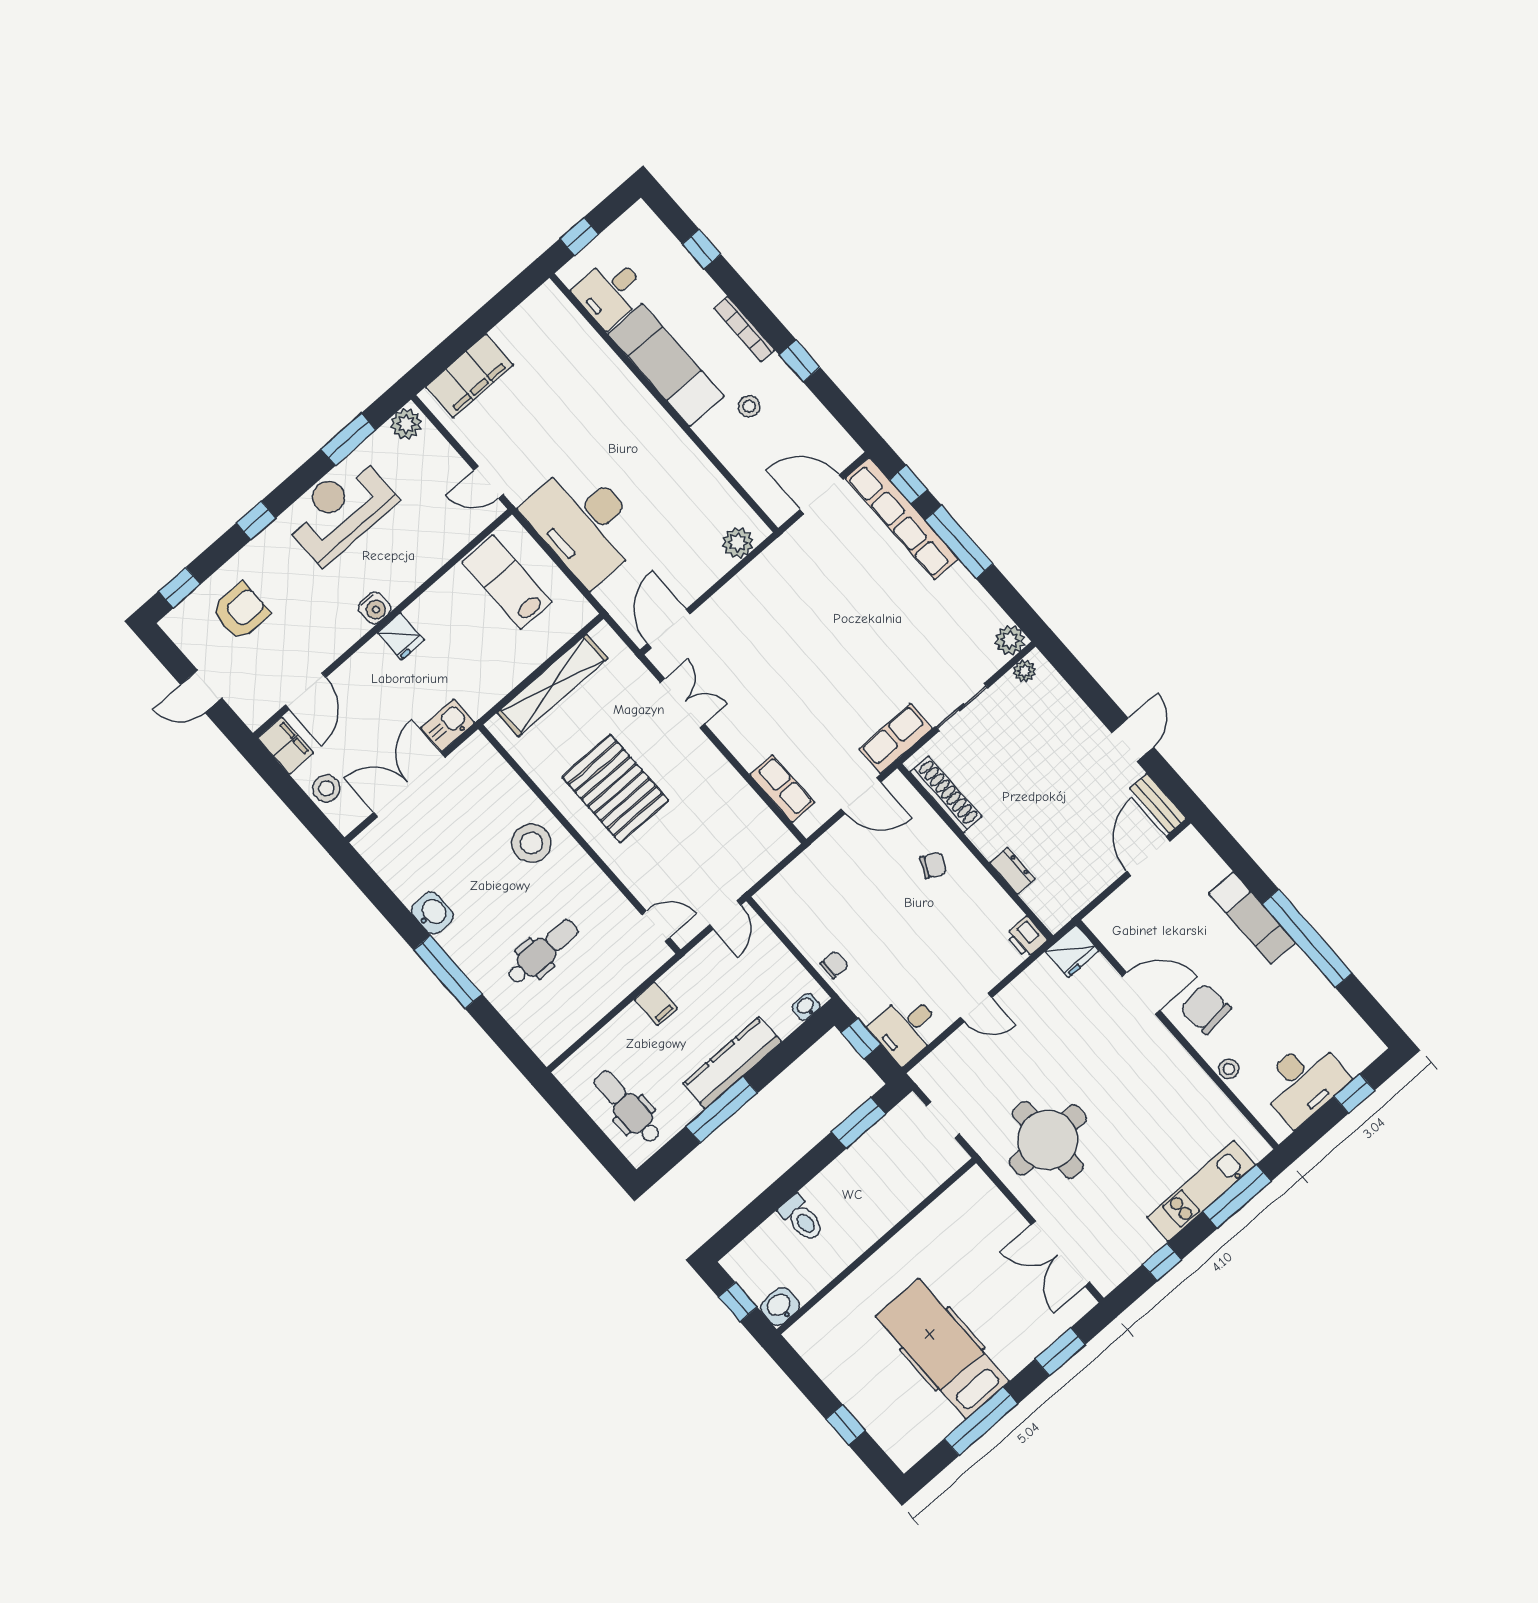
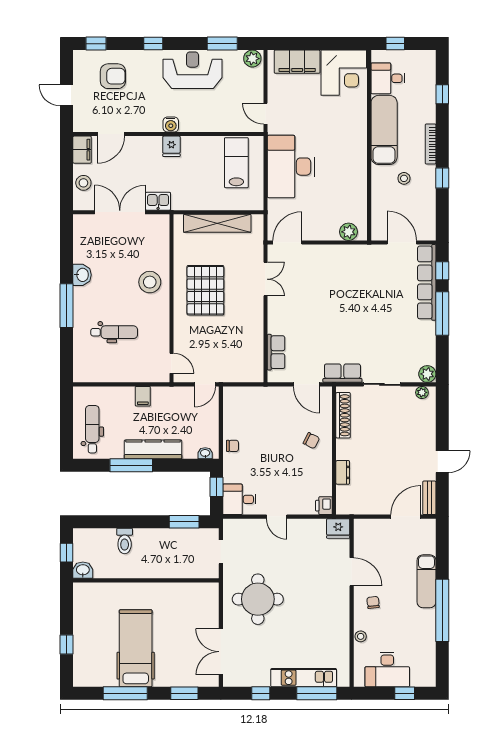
corner desk: (545, 336) -> (344, 73), added
chair: (1206, 1009) -> (373, 602), width x0.54, depth x0.54

